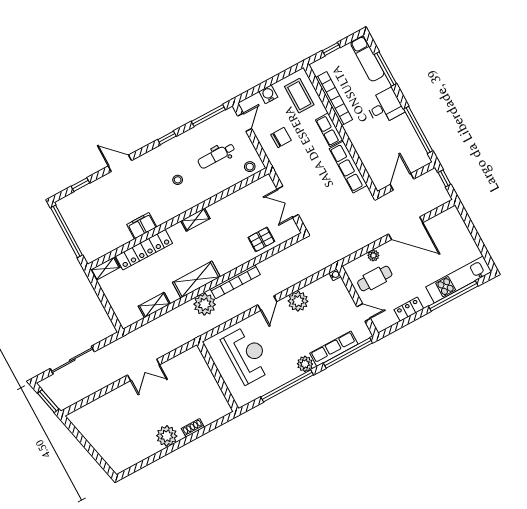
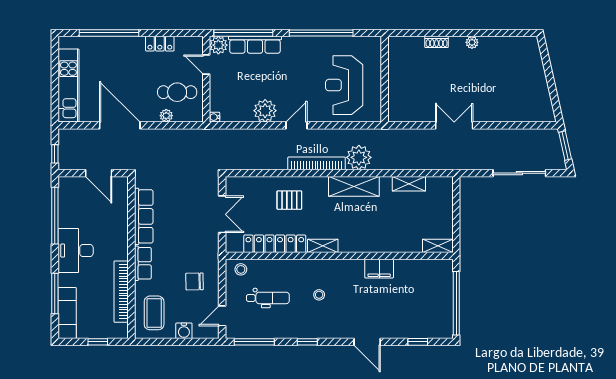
desk: (385, 107) -> (76, 251), width x1.37
door: (402, 182) -> (99, 173), hinge flipped
pallet: (261, 239) -> (289, 200), moved
locker: (144, 250) -> (275, 244), moved
kitchen unit: (459, 279) -> (68, 86), moved, turned -90
plant: (305, 364) -> (218, 45), moved
plant: (167, 436) -> (472, 42), width x0.53, depth x0.53

